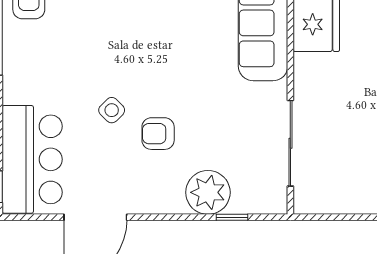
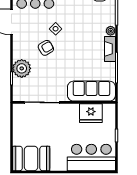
armchair: (158, 134) -> (46, 48), turned 60

